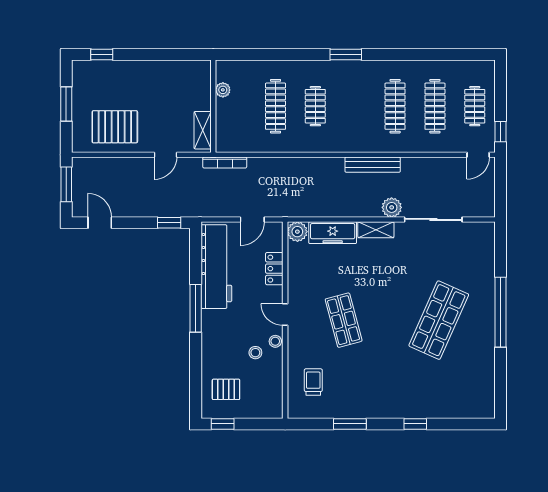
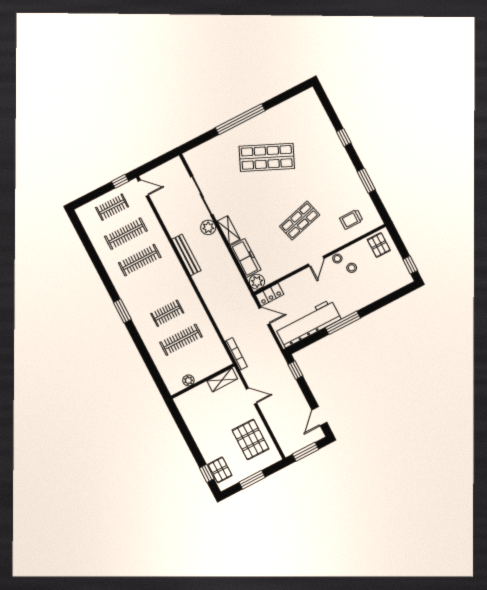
pallet: (98, 72) -> (220, 470), added
locker: (274, 269) -> (270, 295), moved
pallet: (226, 389) -> (379, 245), moved

